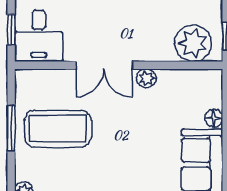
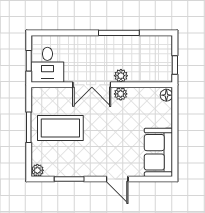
plant: (193, 43) -> (121, 76), moved, width x0.53, depth x0.53
floor lamp: (214, 118) -> (166, 95), moved

